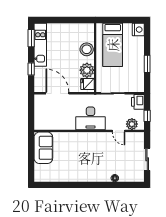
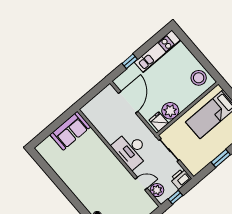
window: (31, 38) -> (157, 38), removed
stool: (87, 49) -> (199, 78), moved
door: (119, 131) -> (141, 184), swing flipped

